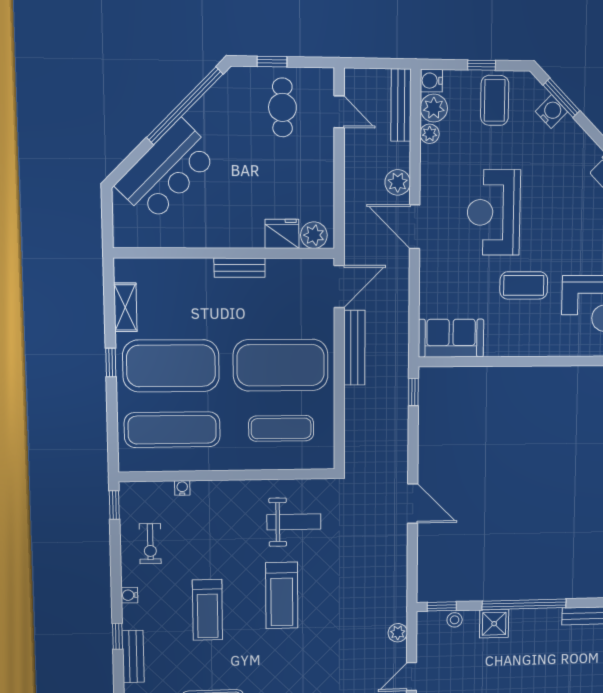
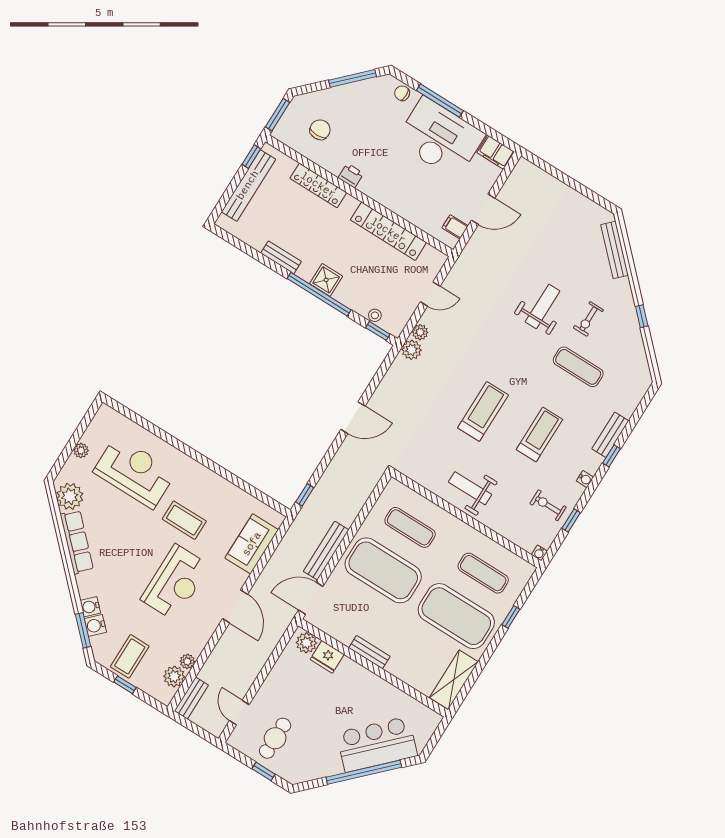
water cooler: (431, 81) -> (90, 607), moved, turned 135
bench: (401, 105) -> (191, 698), width x0.73
window: (185, 106) -> (364, 772), moved
plant: (398, 182) -> (412, 350), moved
shelving: (125, 307) -> (454, 680), width x1.50, depth x1.33
sofa: (451, 338) -> (252, 544), moved, turned 90
window: (111, 363) -> (511, 617), moved
exercise mat: (172, 430) -> (483, 573), width x0.73, depth x0.69
water cooler: (182, 488) -> (539, 553), moved
door: (413, 504) -> (353, 418), swing flipped
window: (114, 505) -> (571, 520), moved
weight bench: (294, 522) -> (470, 488), moved
exercise bike: (150, 544) -> (548, 505), turned -90
shower: (494, 624) -> (326, 280), moved

